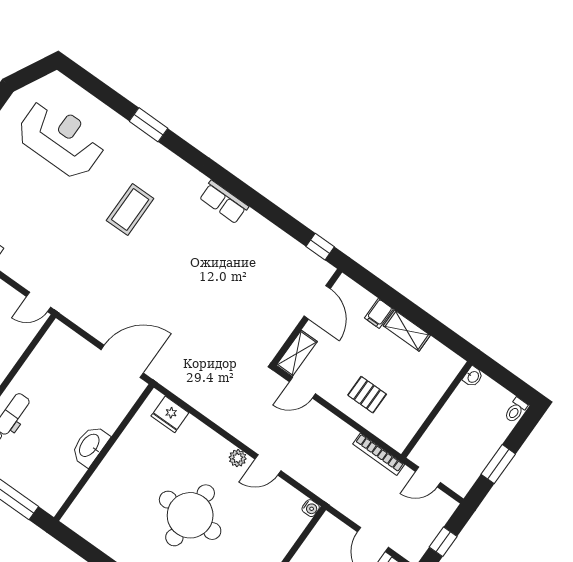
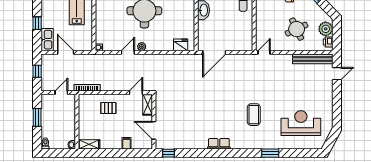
reception desk: (61, 139) -> (301, 123), turned 180
shelving: (407, 331) -> (89, 144), moved

